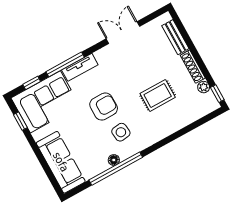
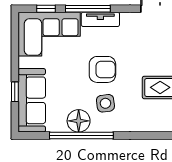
window: (20, 121) -> (15, 92), moved
floor lamp: (114, 160) -> (79, 121), width x1.89, depth x1.89

